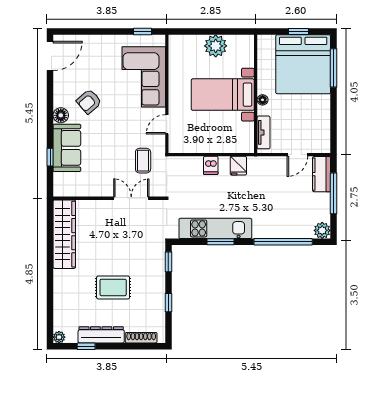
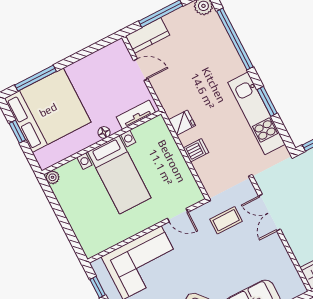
plant: (216, 46) -> (52, 177), moved, width x0.53, depth x0.53

